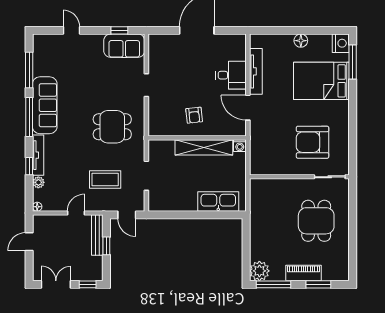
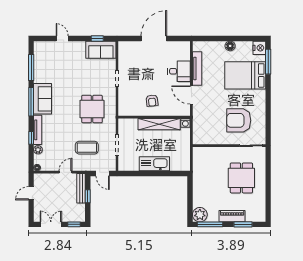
sofa: (45, 105) -> (43, 99), width x0.73
dining table: (112, 127) -> (92, 109), turned 90
kitchen sink: (218, 202) -> (154, 164), moved

